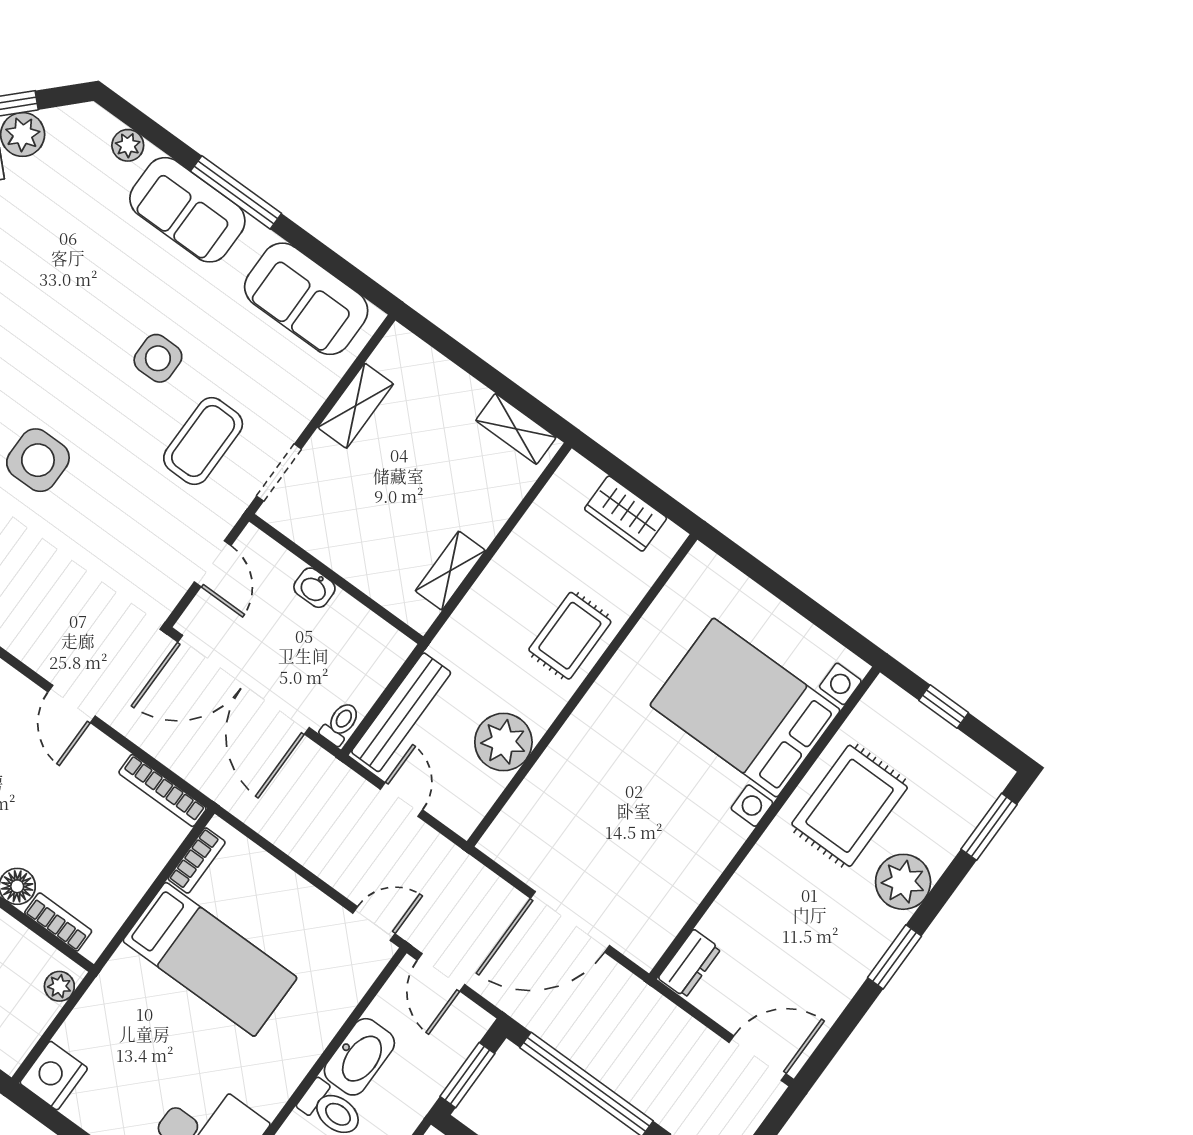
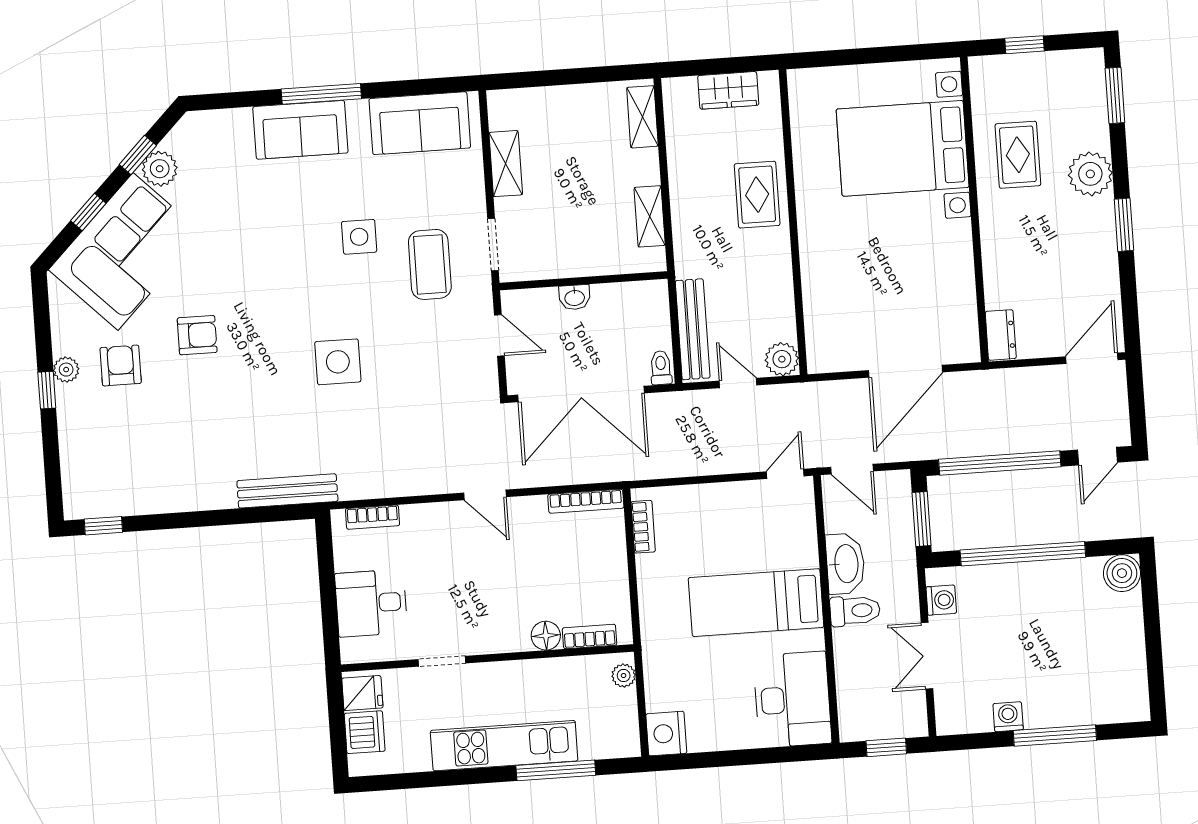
plant: (128, 145) -> (230, 121), removed
shelving: (516, 429) -> (642, 117), moved, turned 90
plant: (503, 742) -> (782, 359), moved, width x0.73, depth x0.73
rug: (850, 806) -> (1018, 155), width x0.73, depth x0.70
bed: (210, 959) -> (756, 603), moved, turned 180

